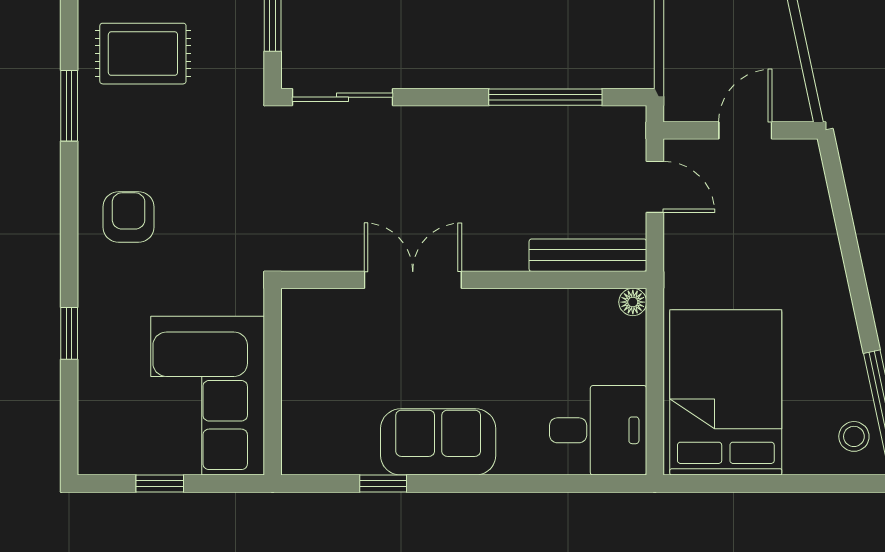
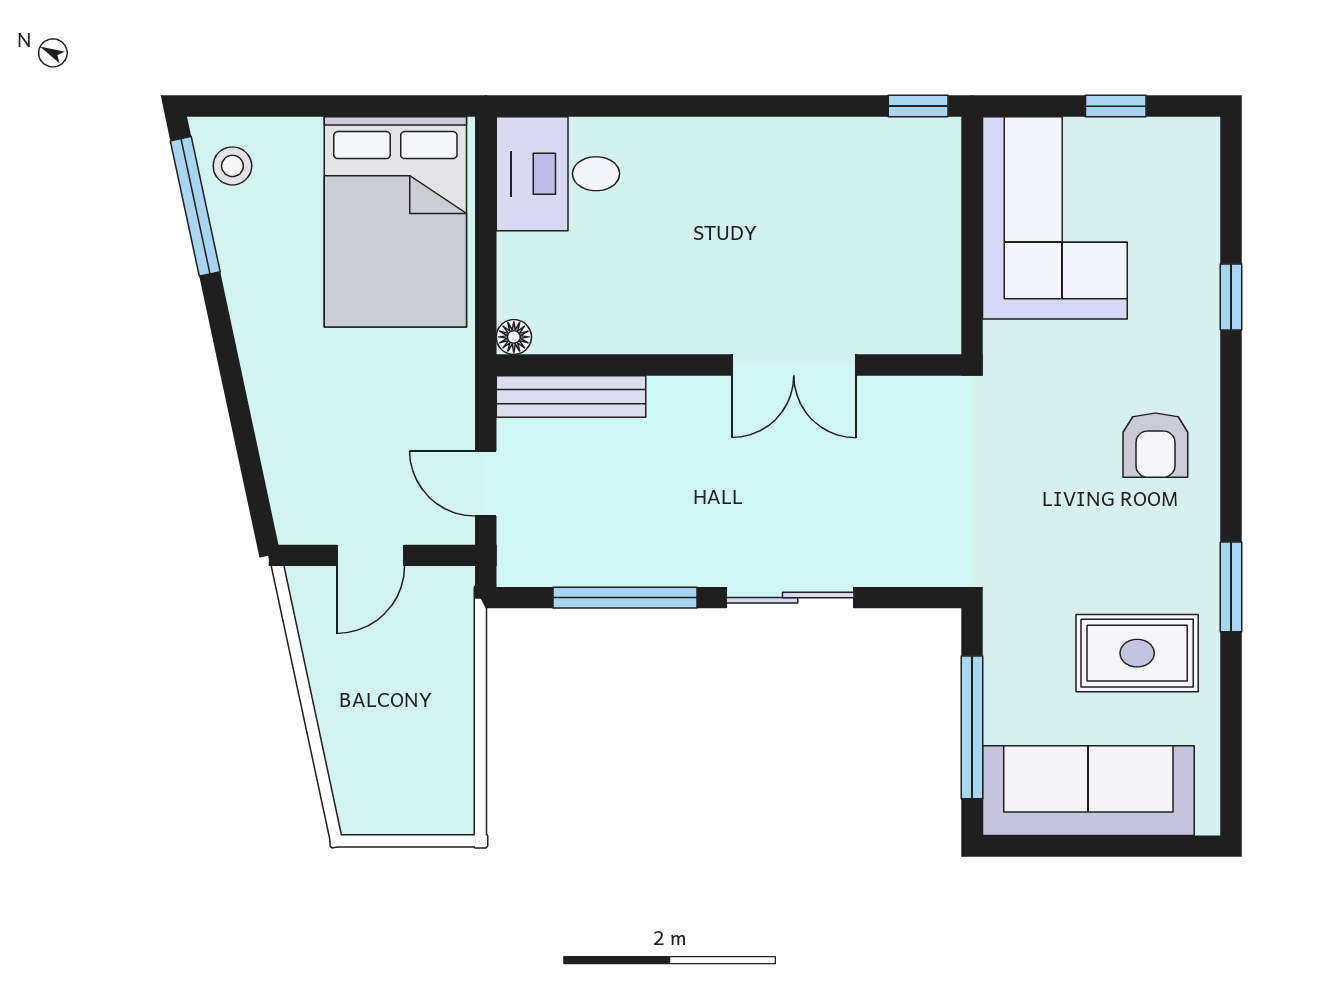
sliding door: (342, 97) -> (790, 598), moved
sofa: (438, 442) -> (761, 159), removed
window: (383, 483) -> (918, 106), moved

